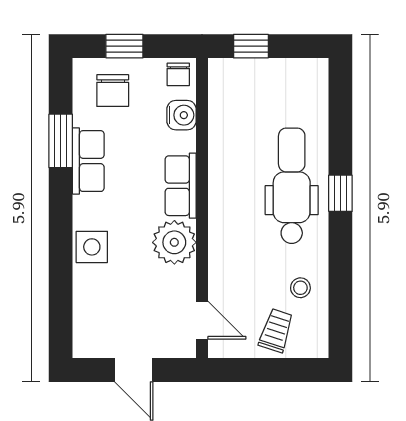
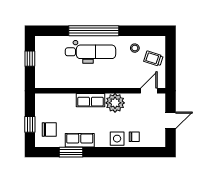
window: (251, 46) -> (30, 59), moved
chair: (178, 74) -> (134, 137), moved
water cooler: (181, 115) -> (60, 100), removed
dental chair: (292, 186) -> (90, 52), turned 180
window: (340, 193) -> (94, 31), width x3.17

